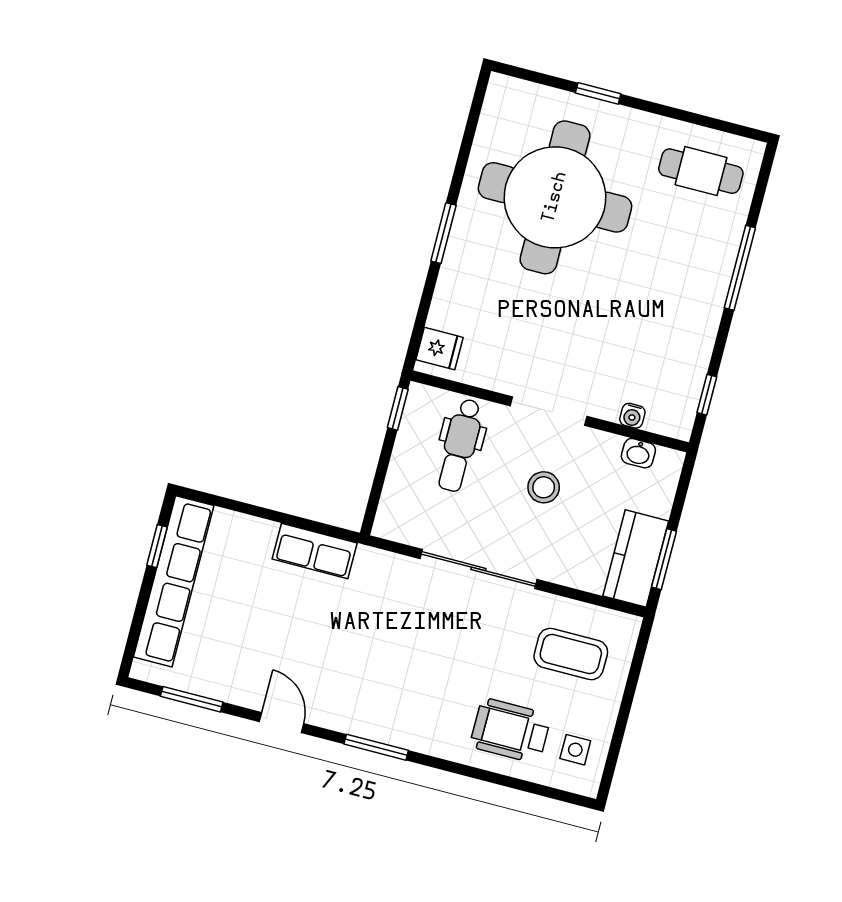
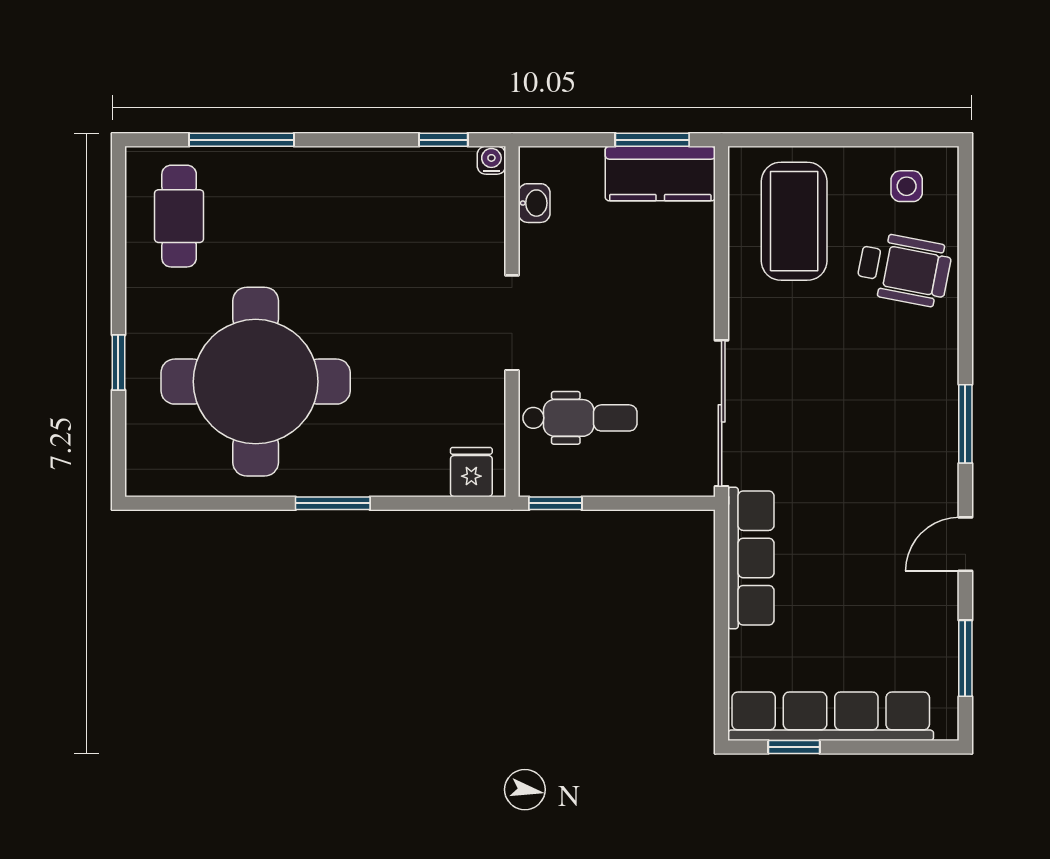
window: (740, 268) -> (242, 140), moved
water cooler: (632, 416) -> (491, 160), moved, turned -90
stool: (544, 487) -> (604, 305), removed
row of seats: (315, 551) -> (751, 558), width x1.48
sliding door: (478, 569) -> (722, 413), moved
coffee table: (571, 654) -> (794, 221), width x1.36, depth x1.32
wheelchair: (510, 731) -> (904, 269), turned -79

